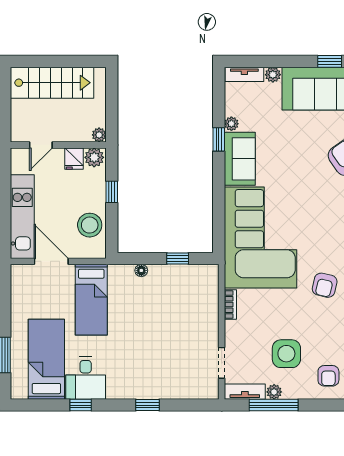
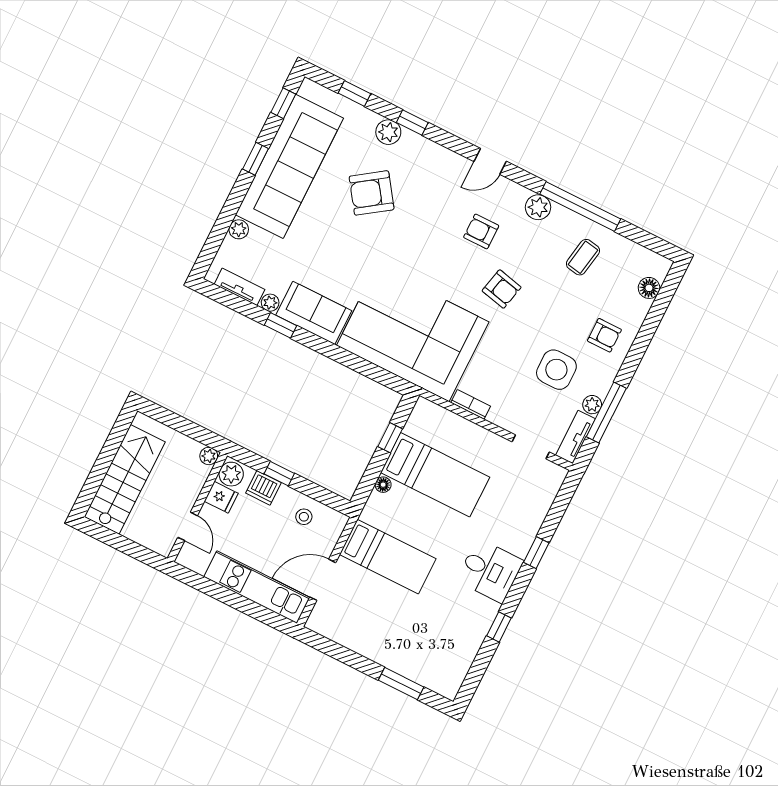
tv unit: (244, 74) -> (239, 287), moved, turned -90
dishwasher: (96, 186) -> (263, 488), added
stool: (90, 225) -> (304, 517), width x0.53, depth x0.53
bed: (46, 359) -> (435, 475), moved, turned 180
desk: (86, 378) -> (490, 571), moved

